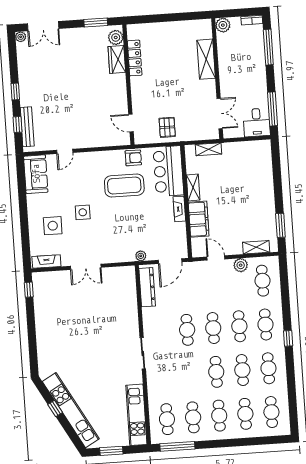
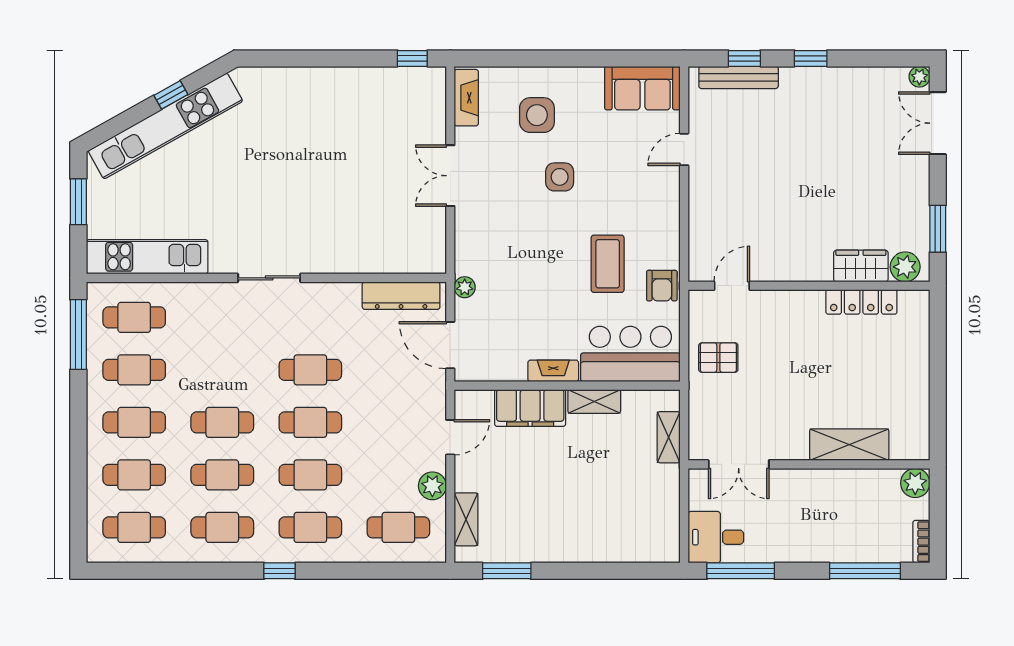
door: (65, 151) -> (684, 149), hinge flipped
coffee table: (124, 186) -> (608, 264), width x0.73, depth x0.76

